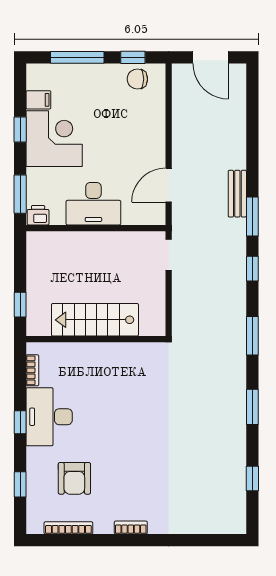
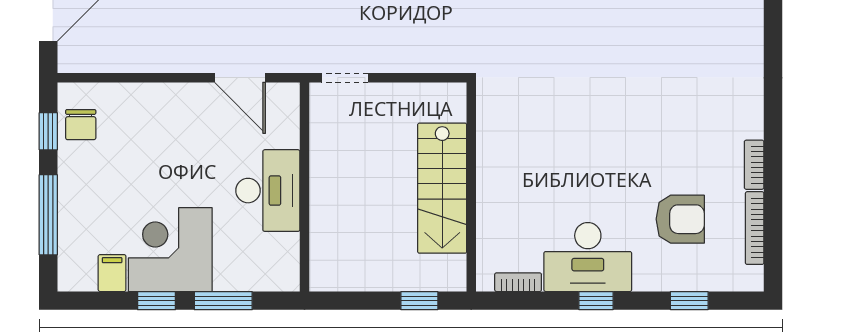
window: (20, 194) -> (223, 301), moved
printer: (38, 215) -> (285, 274), removed
bookcase: (131, 528) -> (754, 165), moved

